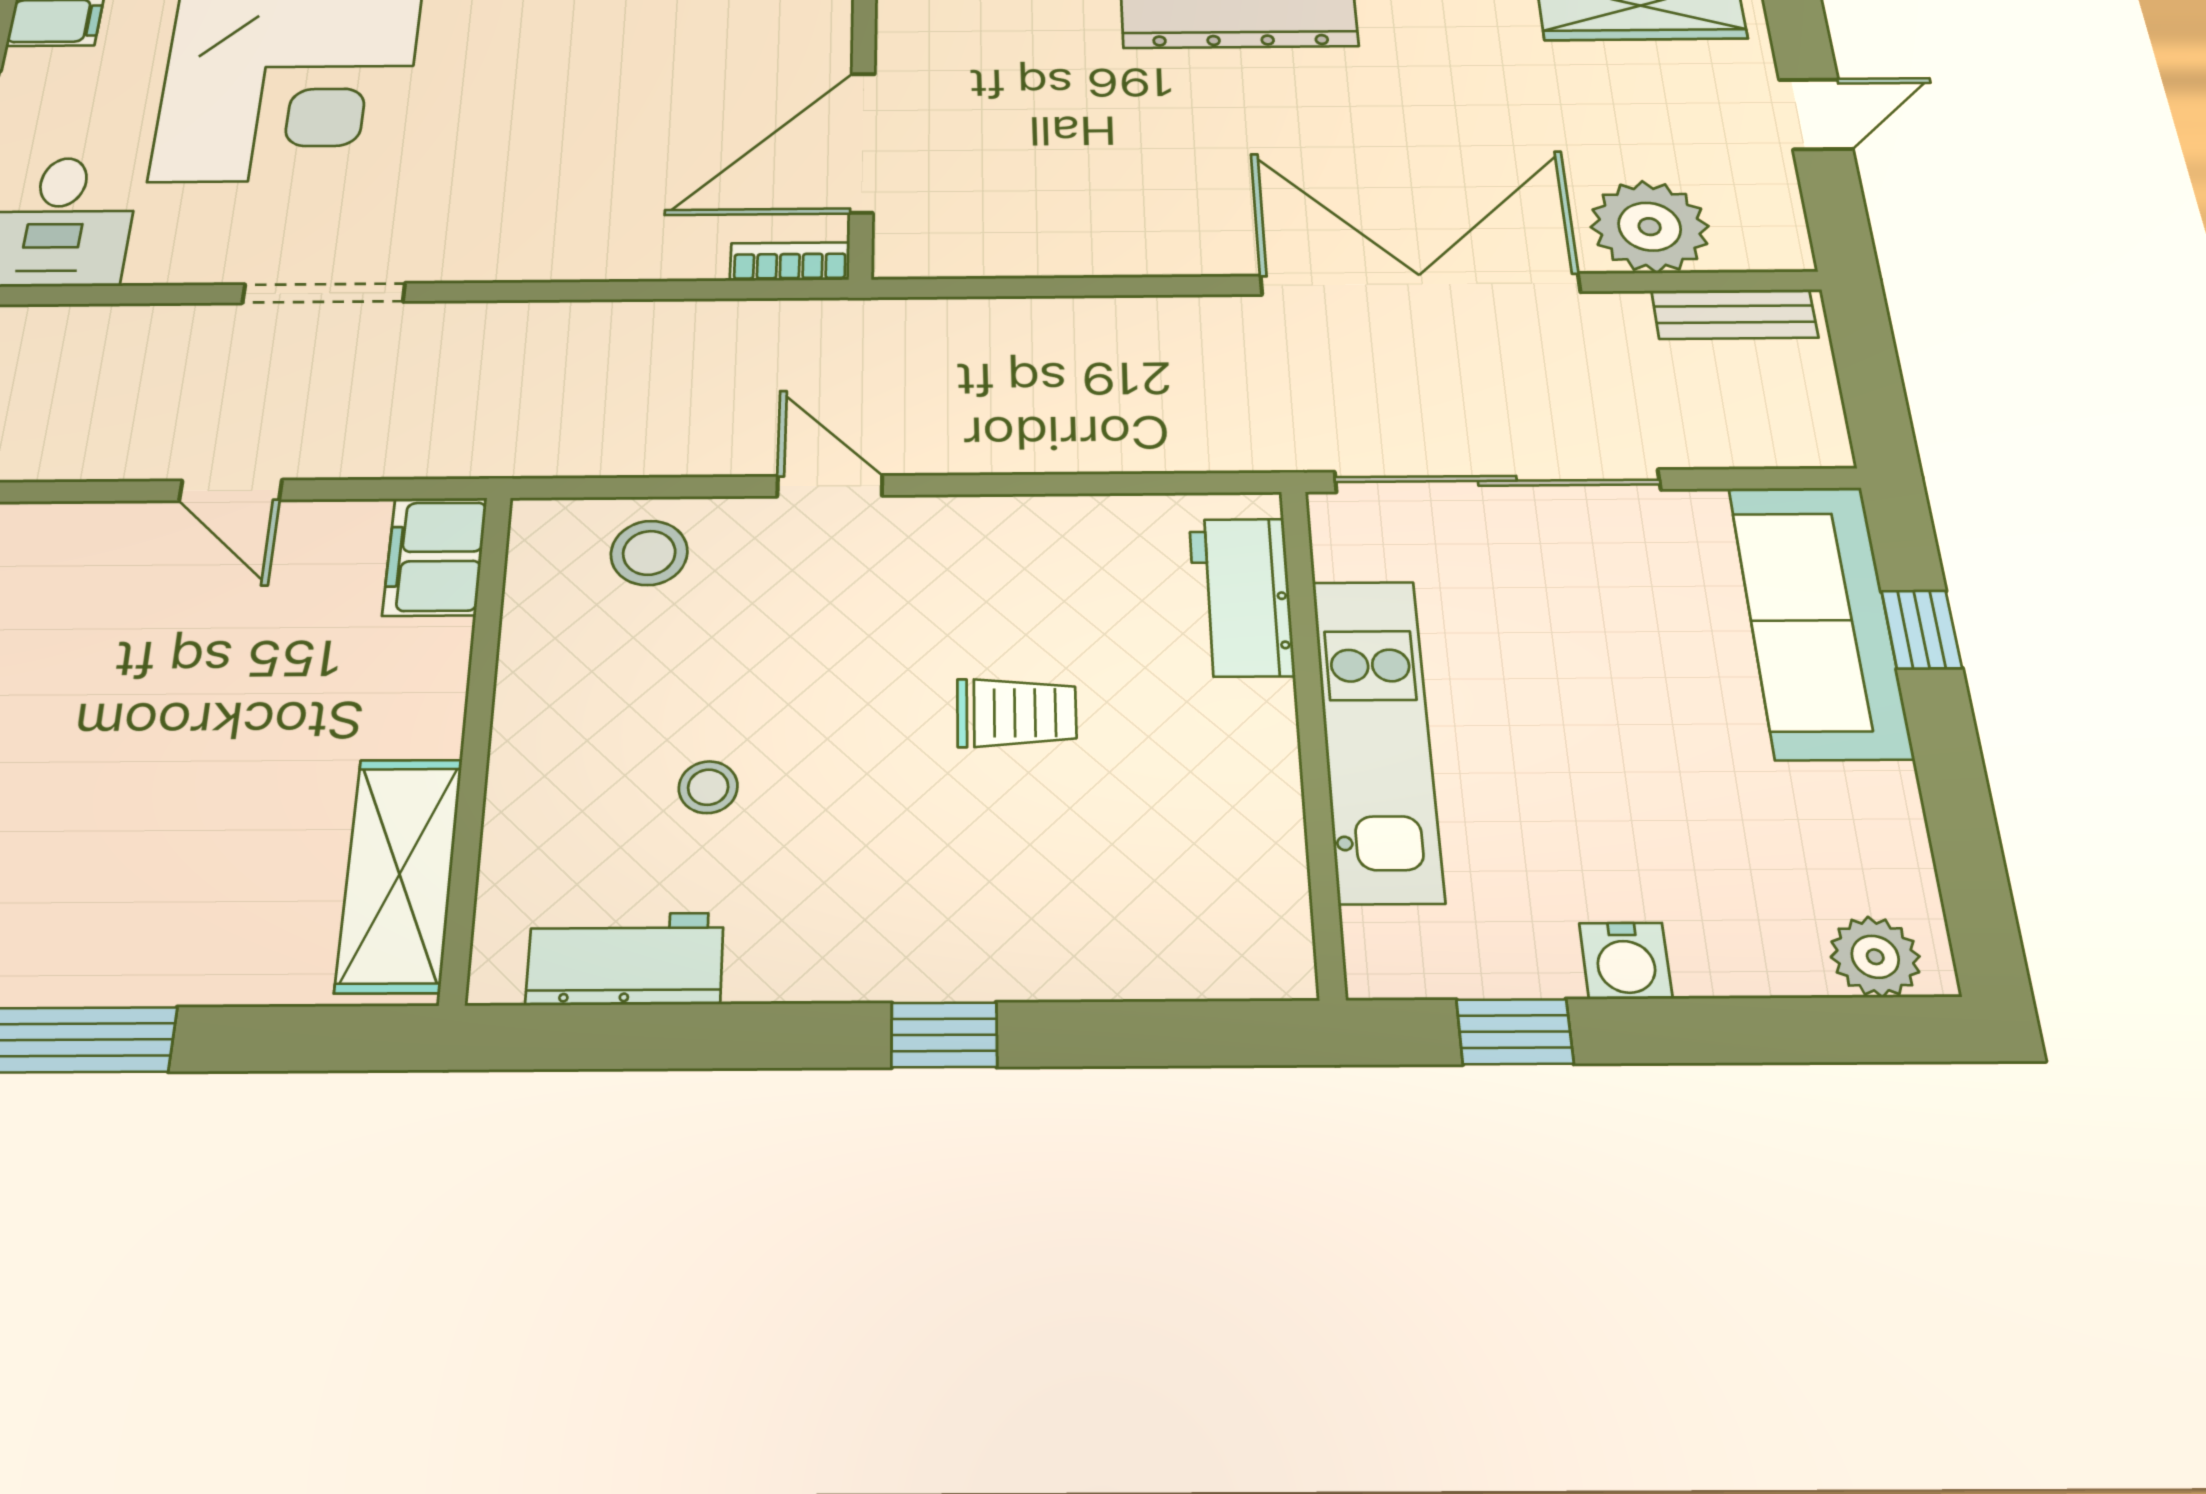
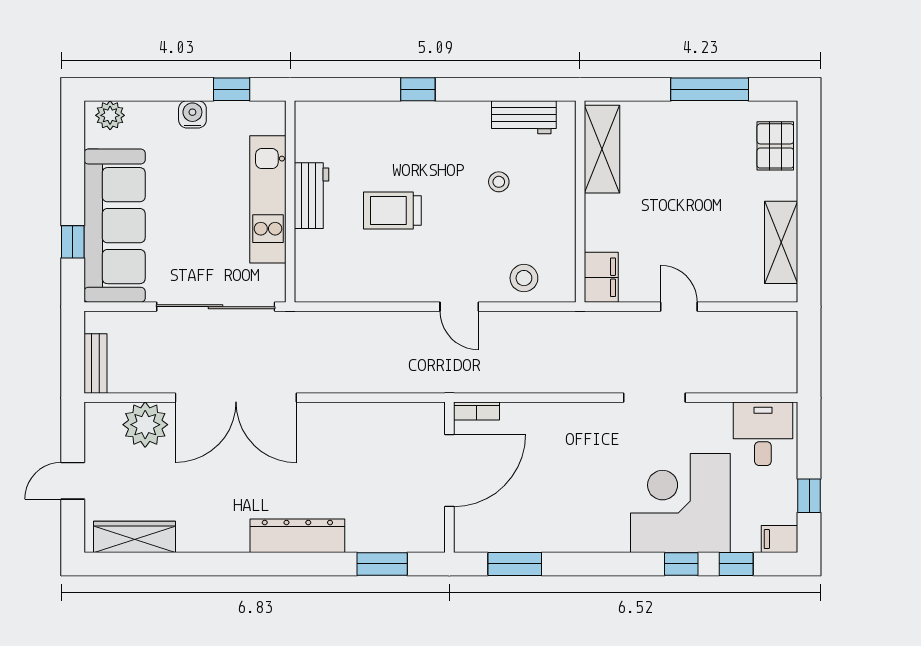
bench: (1735, 314) -> (95, 364), moved, turned 90
workbench: (1241, 597) -> (312, 196), moved
sofa: (1819, 620) -> (115, 226), width x1.36, depth x1.27
trolley: (1017, 713) -> (392, 211), width x1.36, depth x1.39

